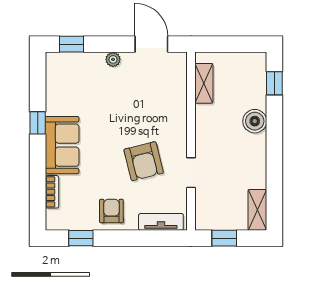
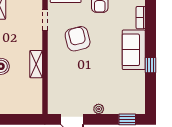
shelving: (204, 83) -> (36, 64), moved
doorway: (191, 173) -> (45, 20), moved

